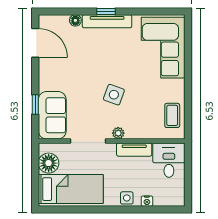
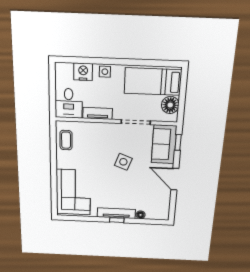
door: (35, 43) -> (175, 179), moved
side table: (114, 95) -> (123, 162), moved
window: (35, 104) -> (178, 142), moved
plant: (118, 133) -> (110, 128), removed
nightstand: (147, 201) -> (83, 72), width x1.89, depth x1.79

